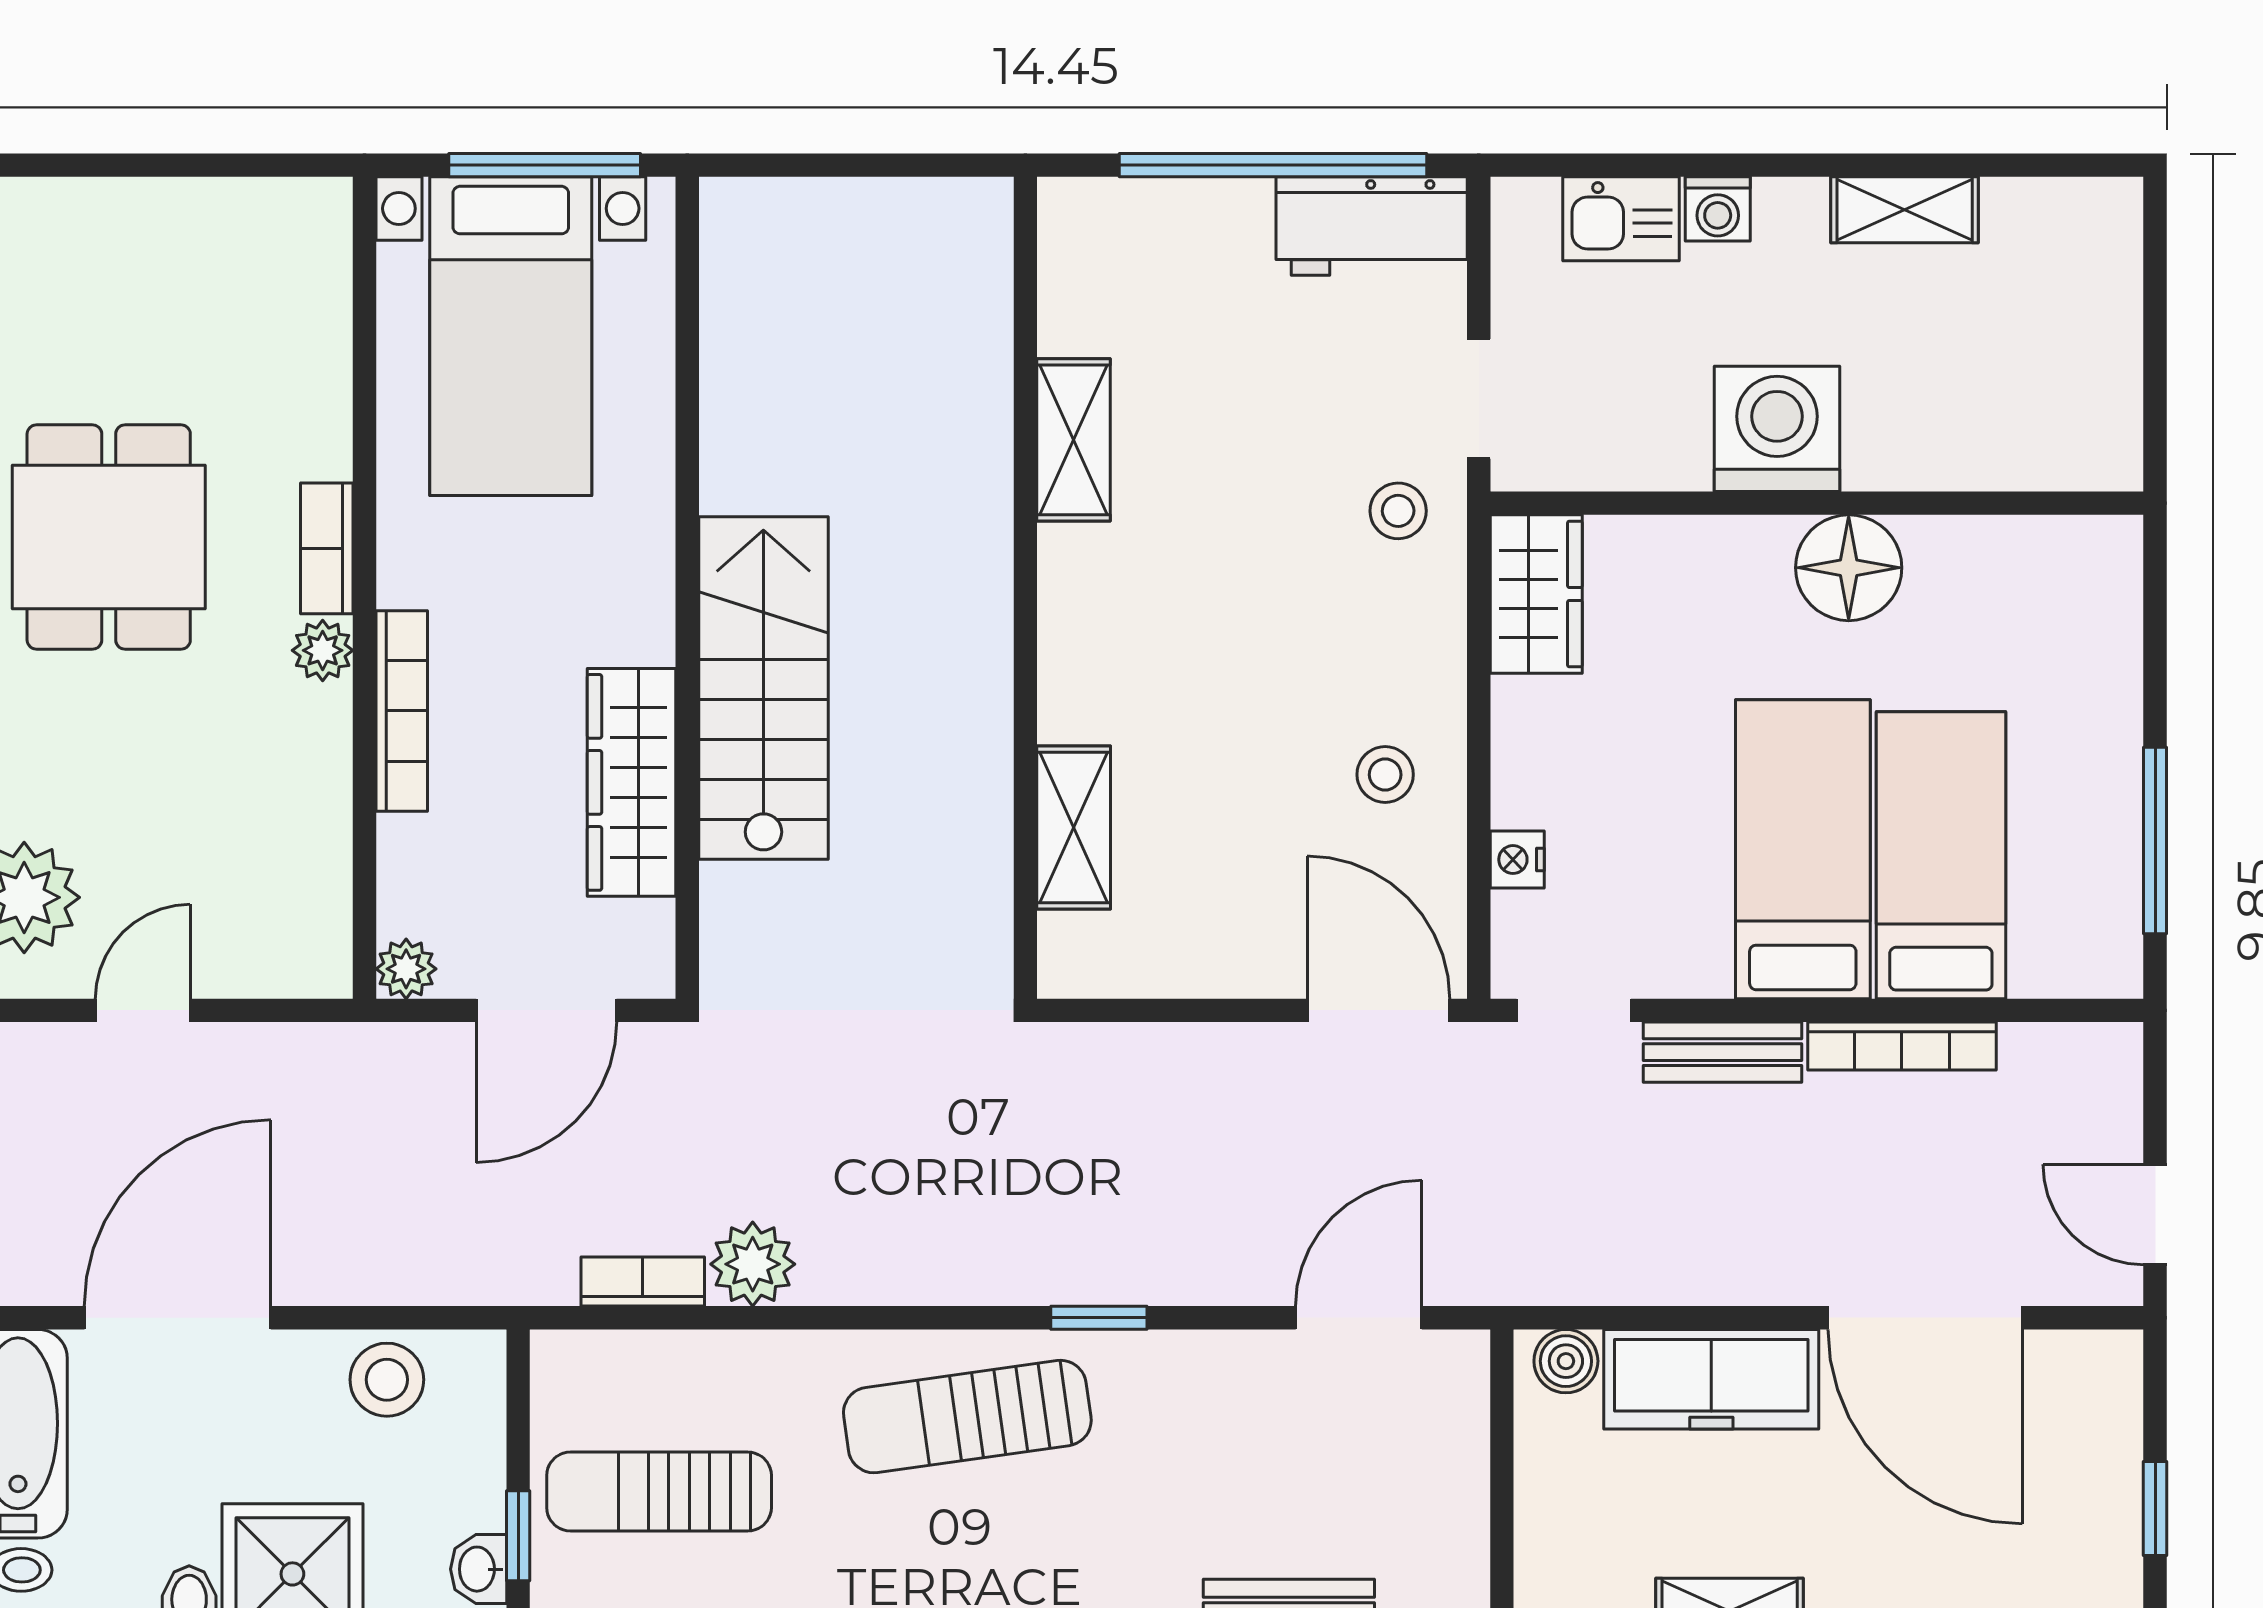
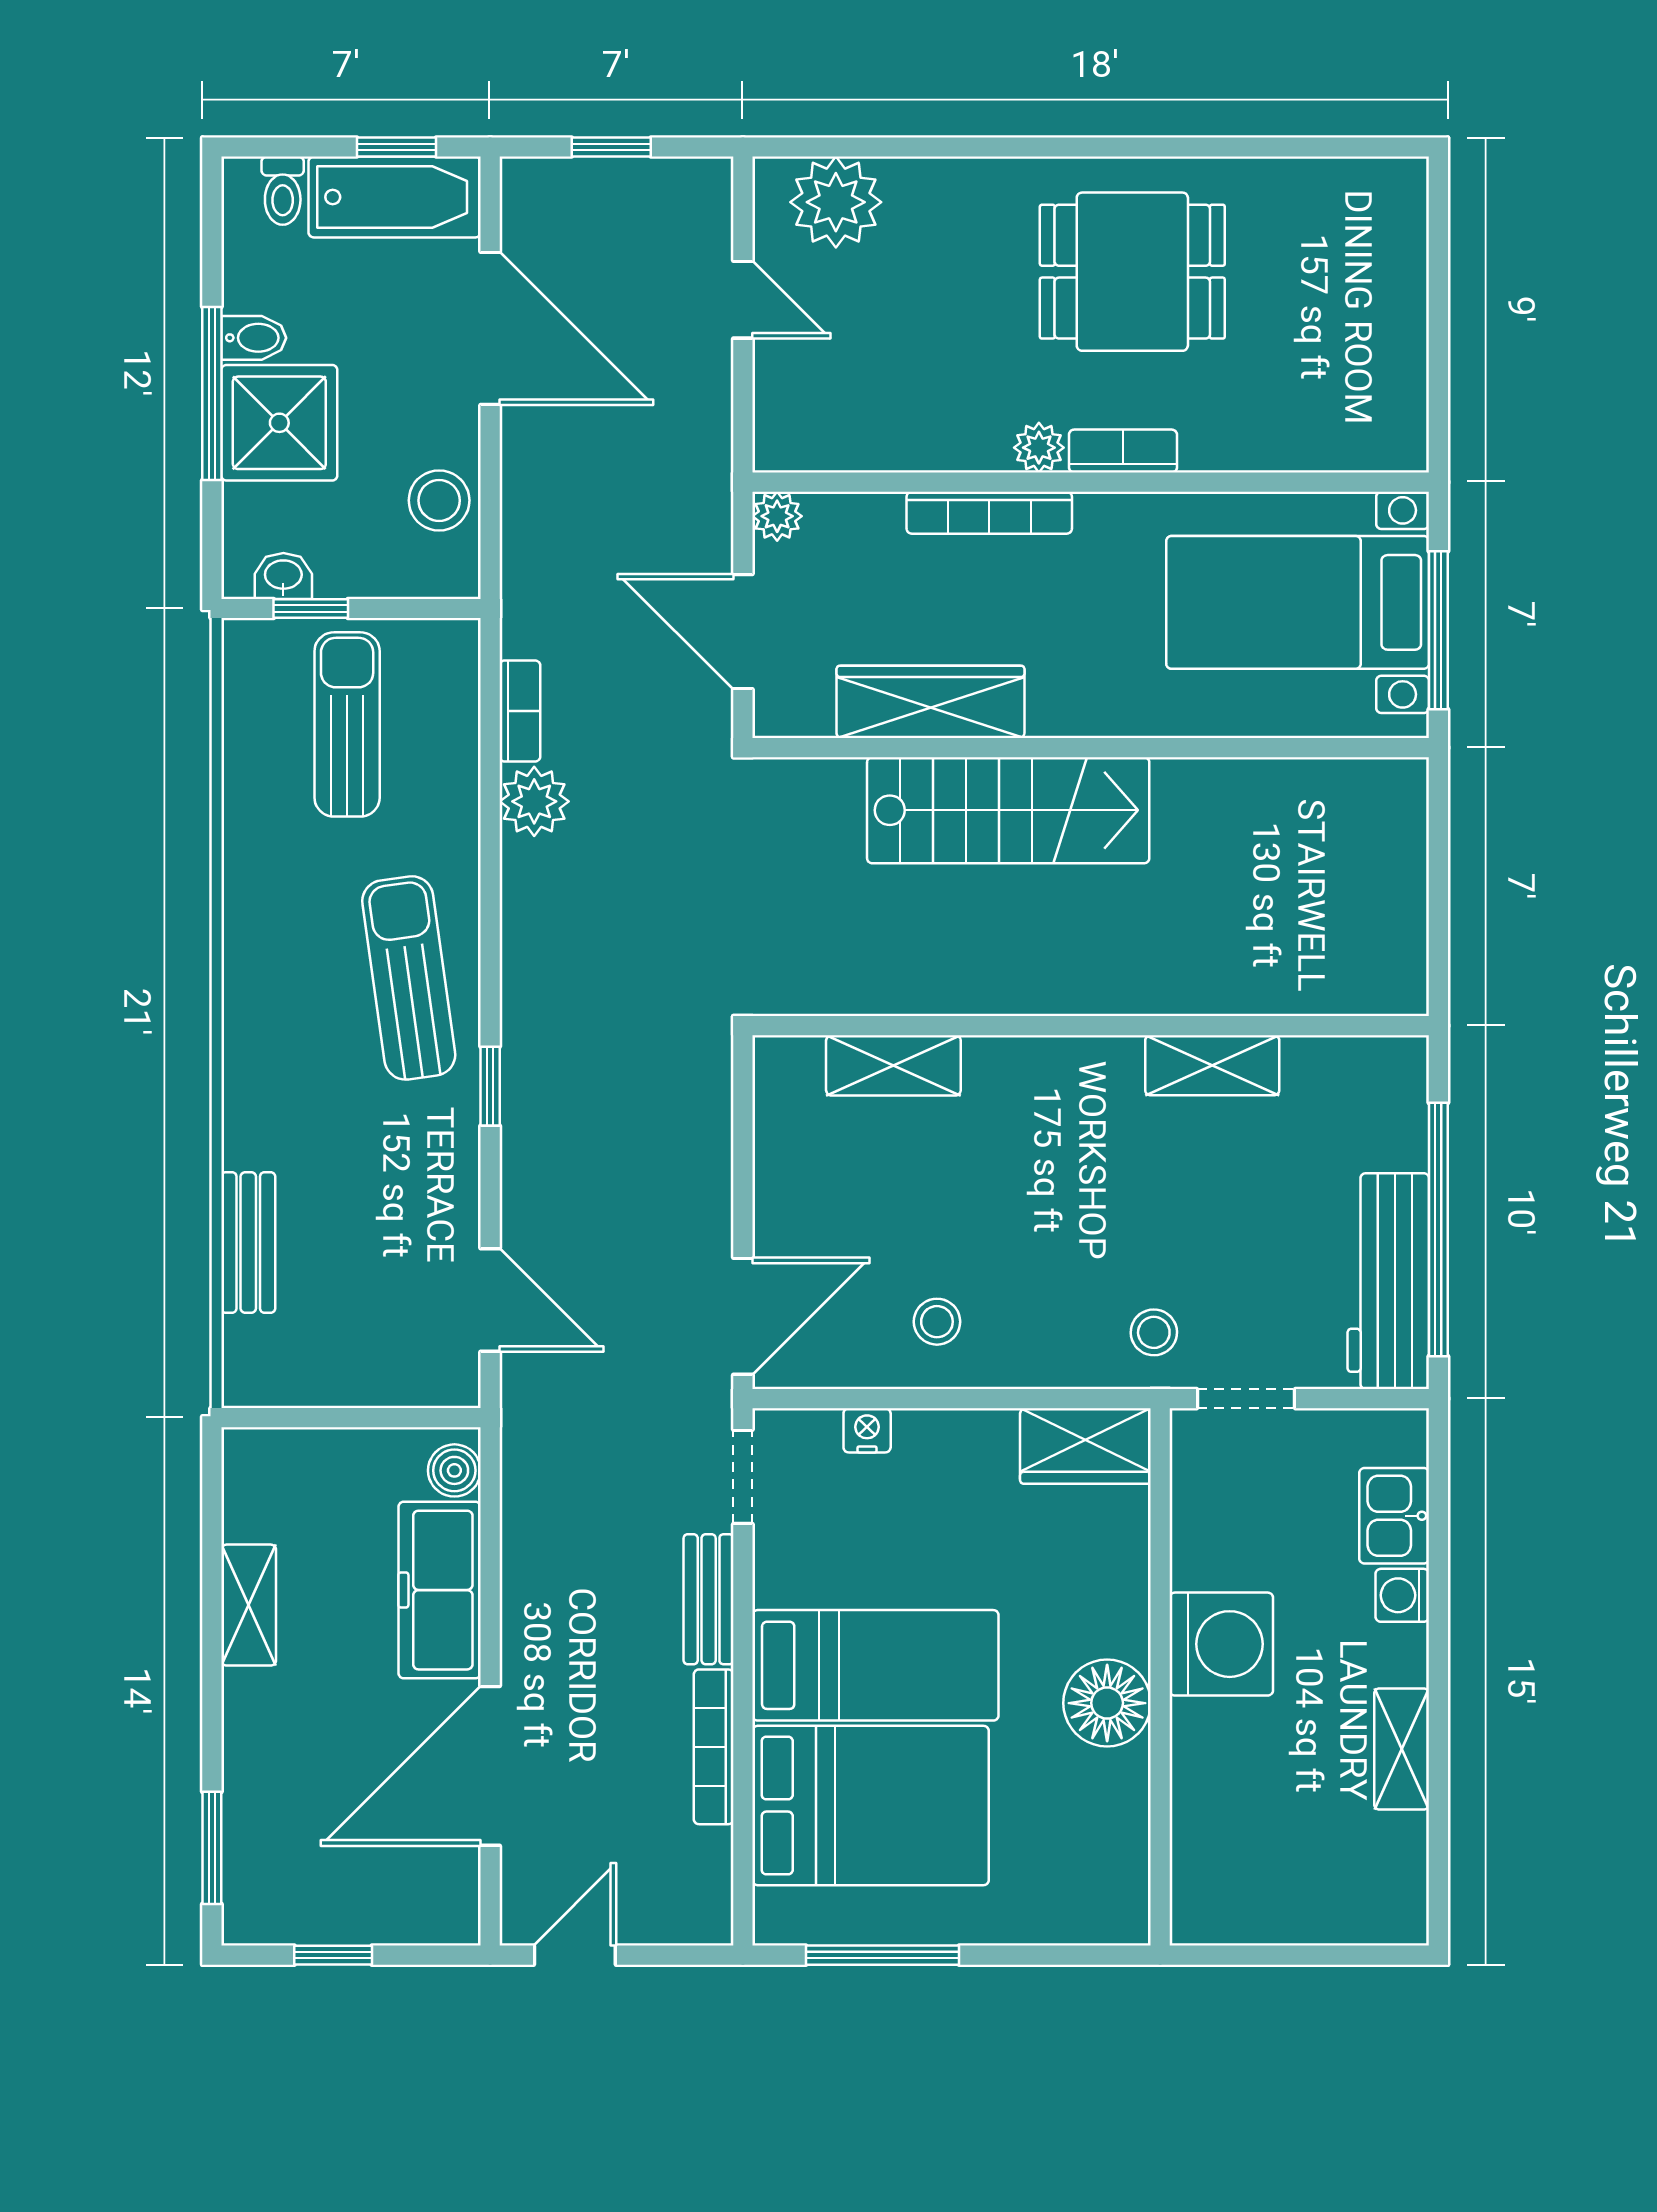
workbench: (1372, 226) -> (1388, 1281), width x1.38
bed: (1941, 855) -> (871, 1805), width x1.50

